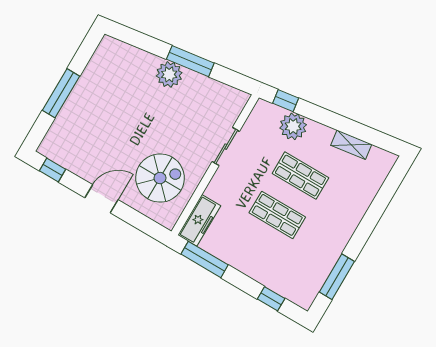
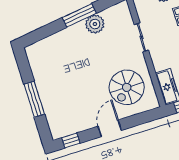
plant: (169, 74) -> (95, 24), moved
spiral stairs: (160, 178) -> (127, 87), turned 180

